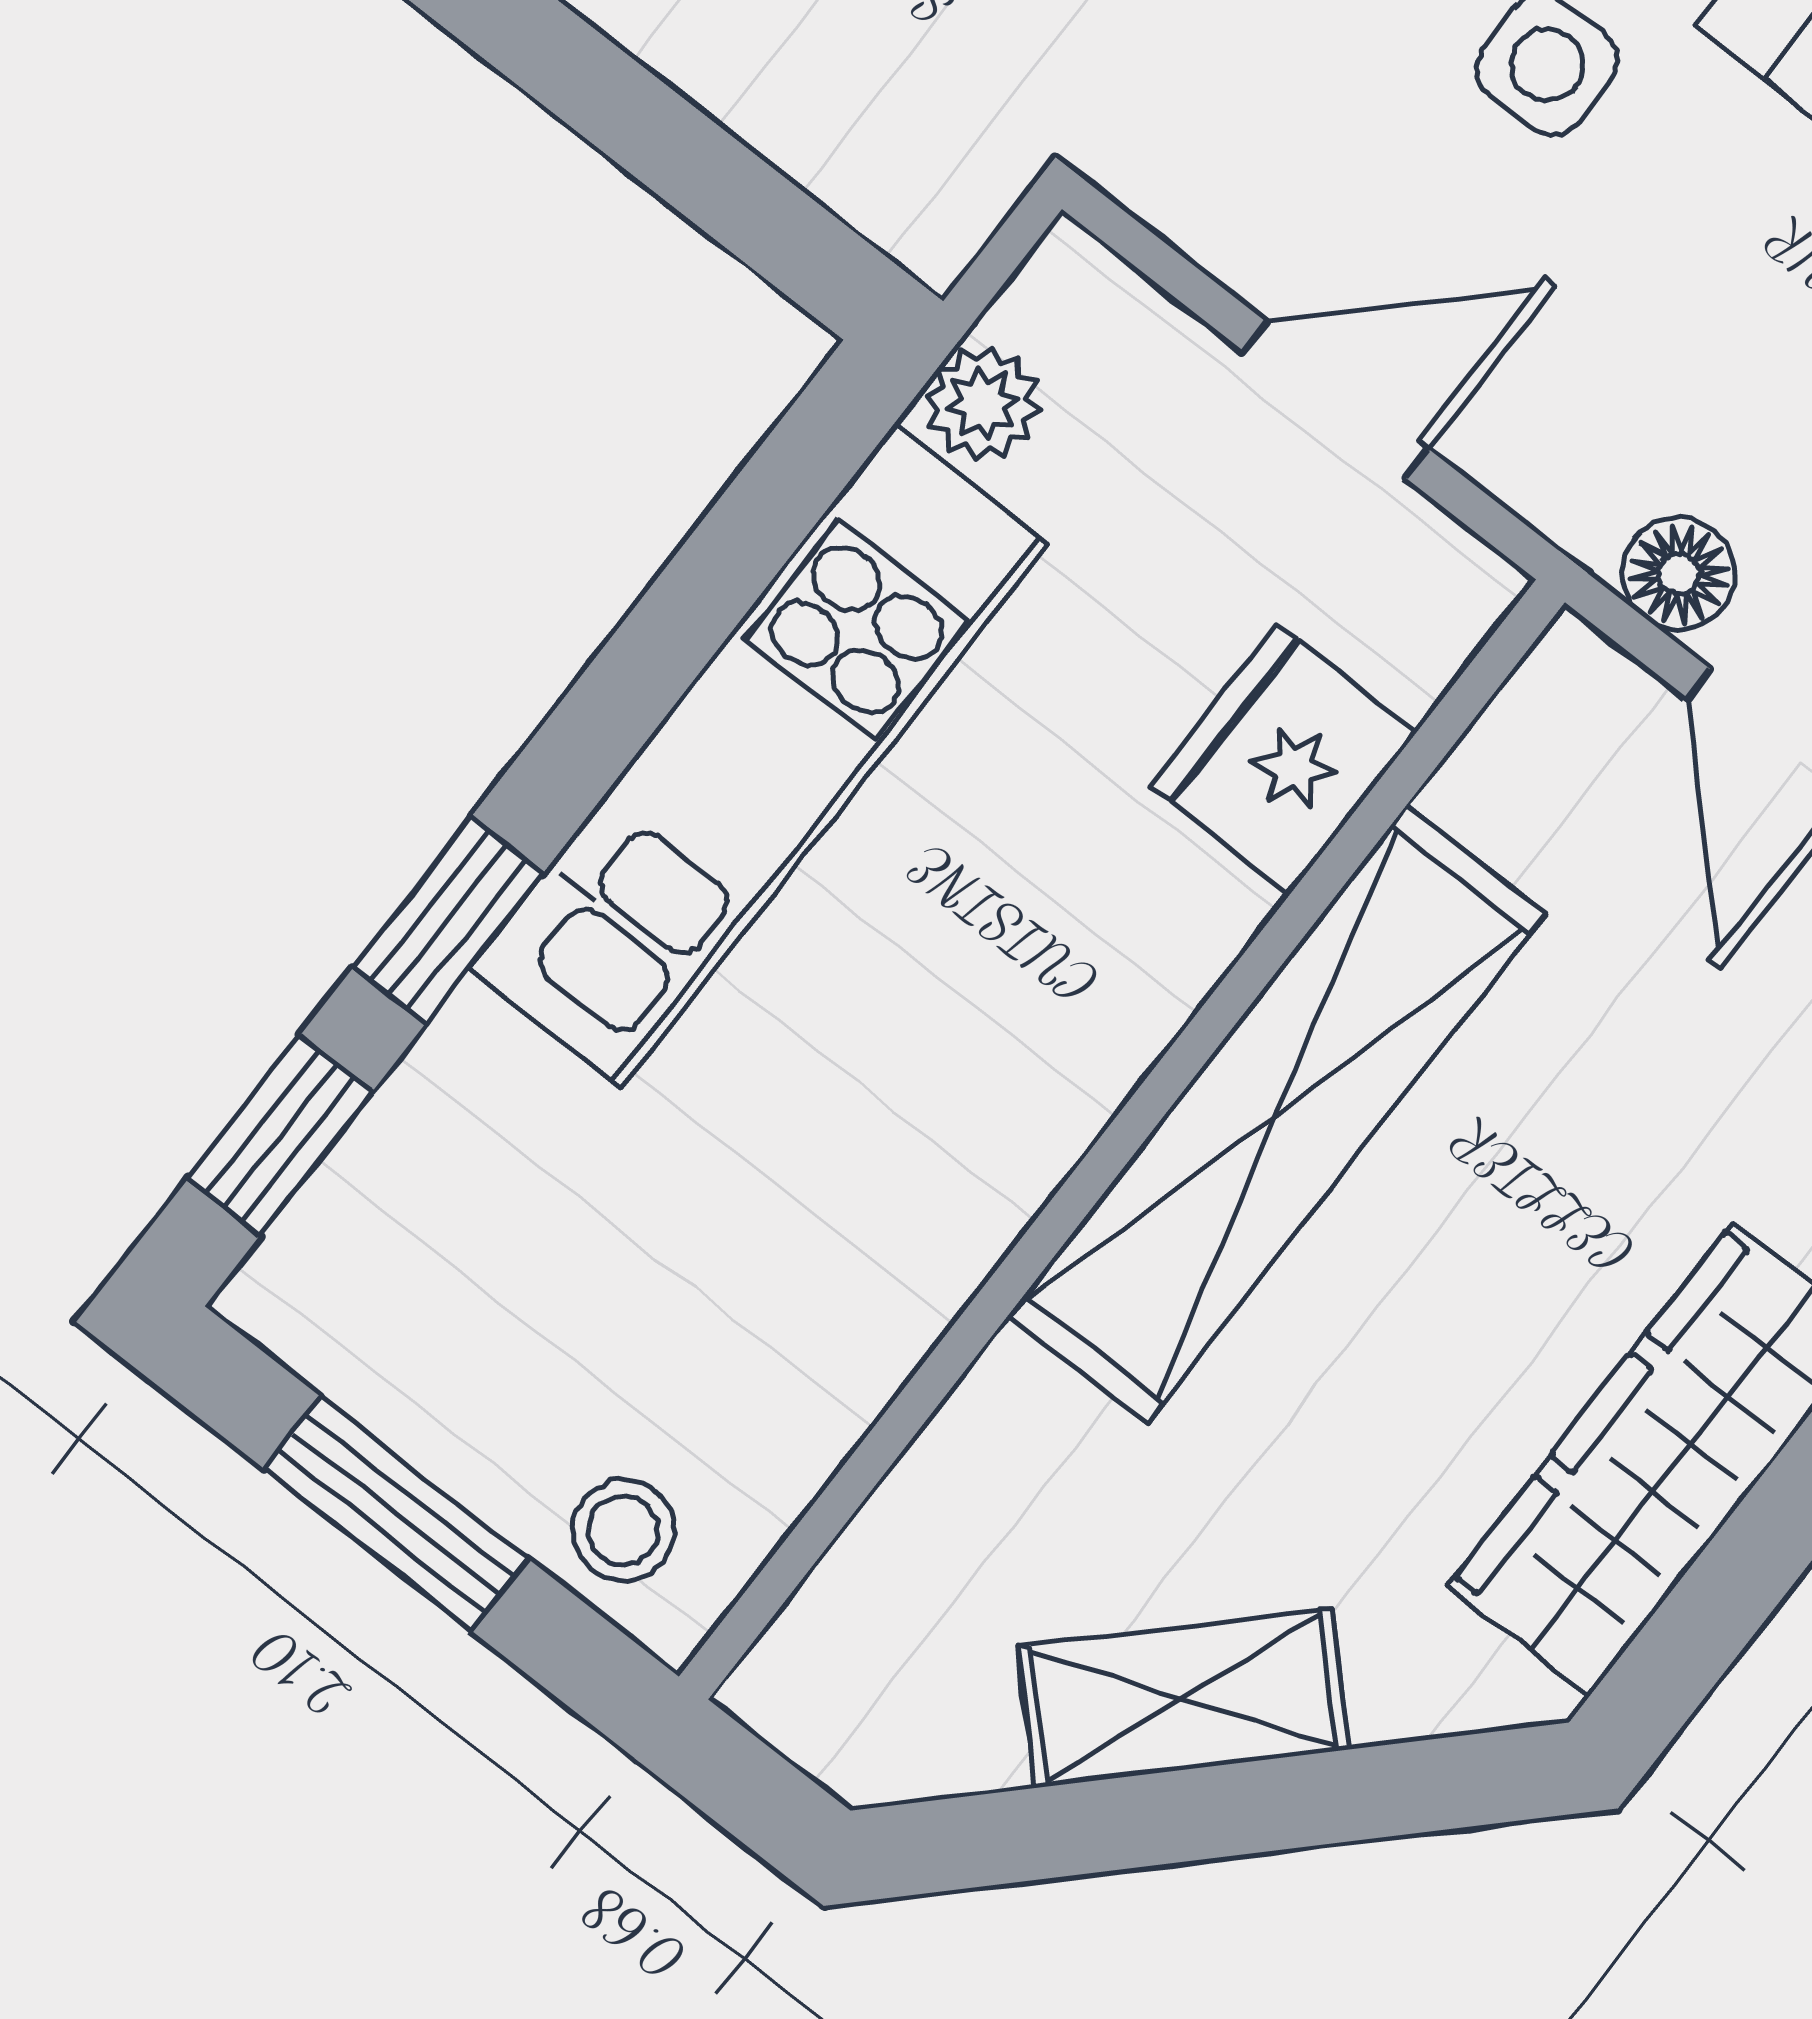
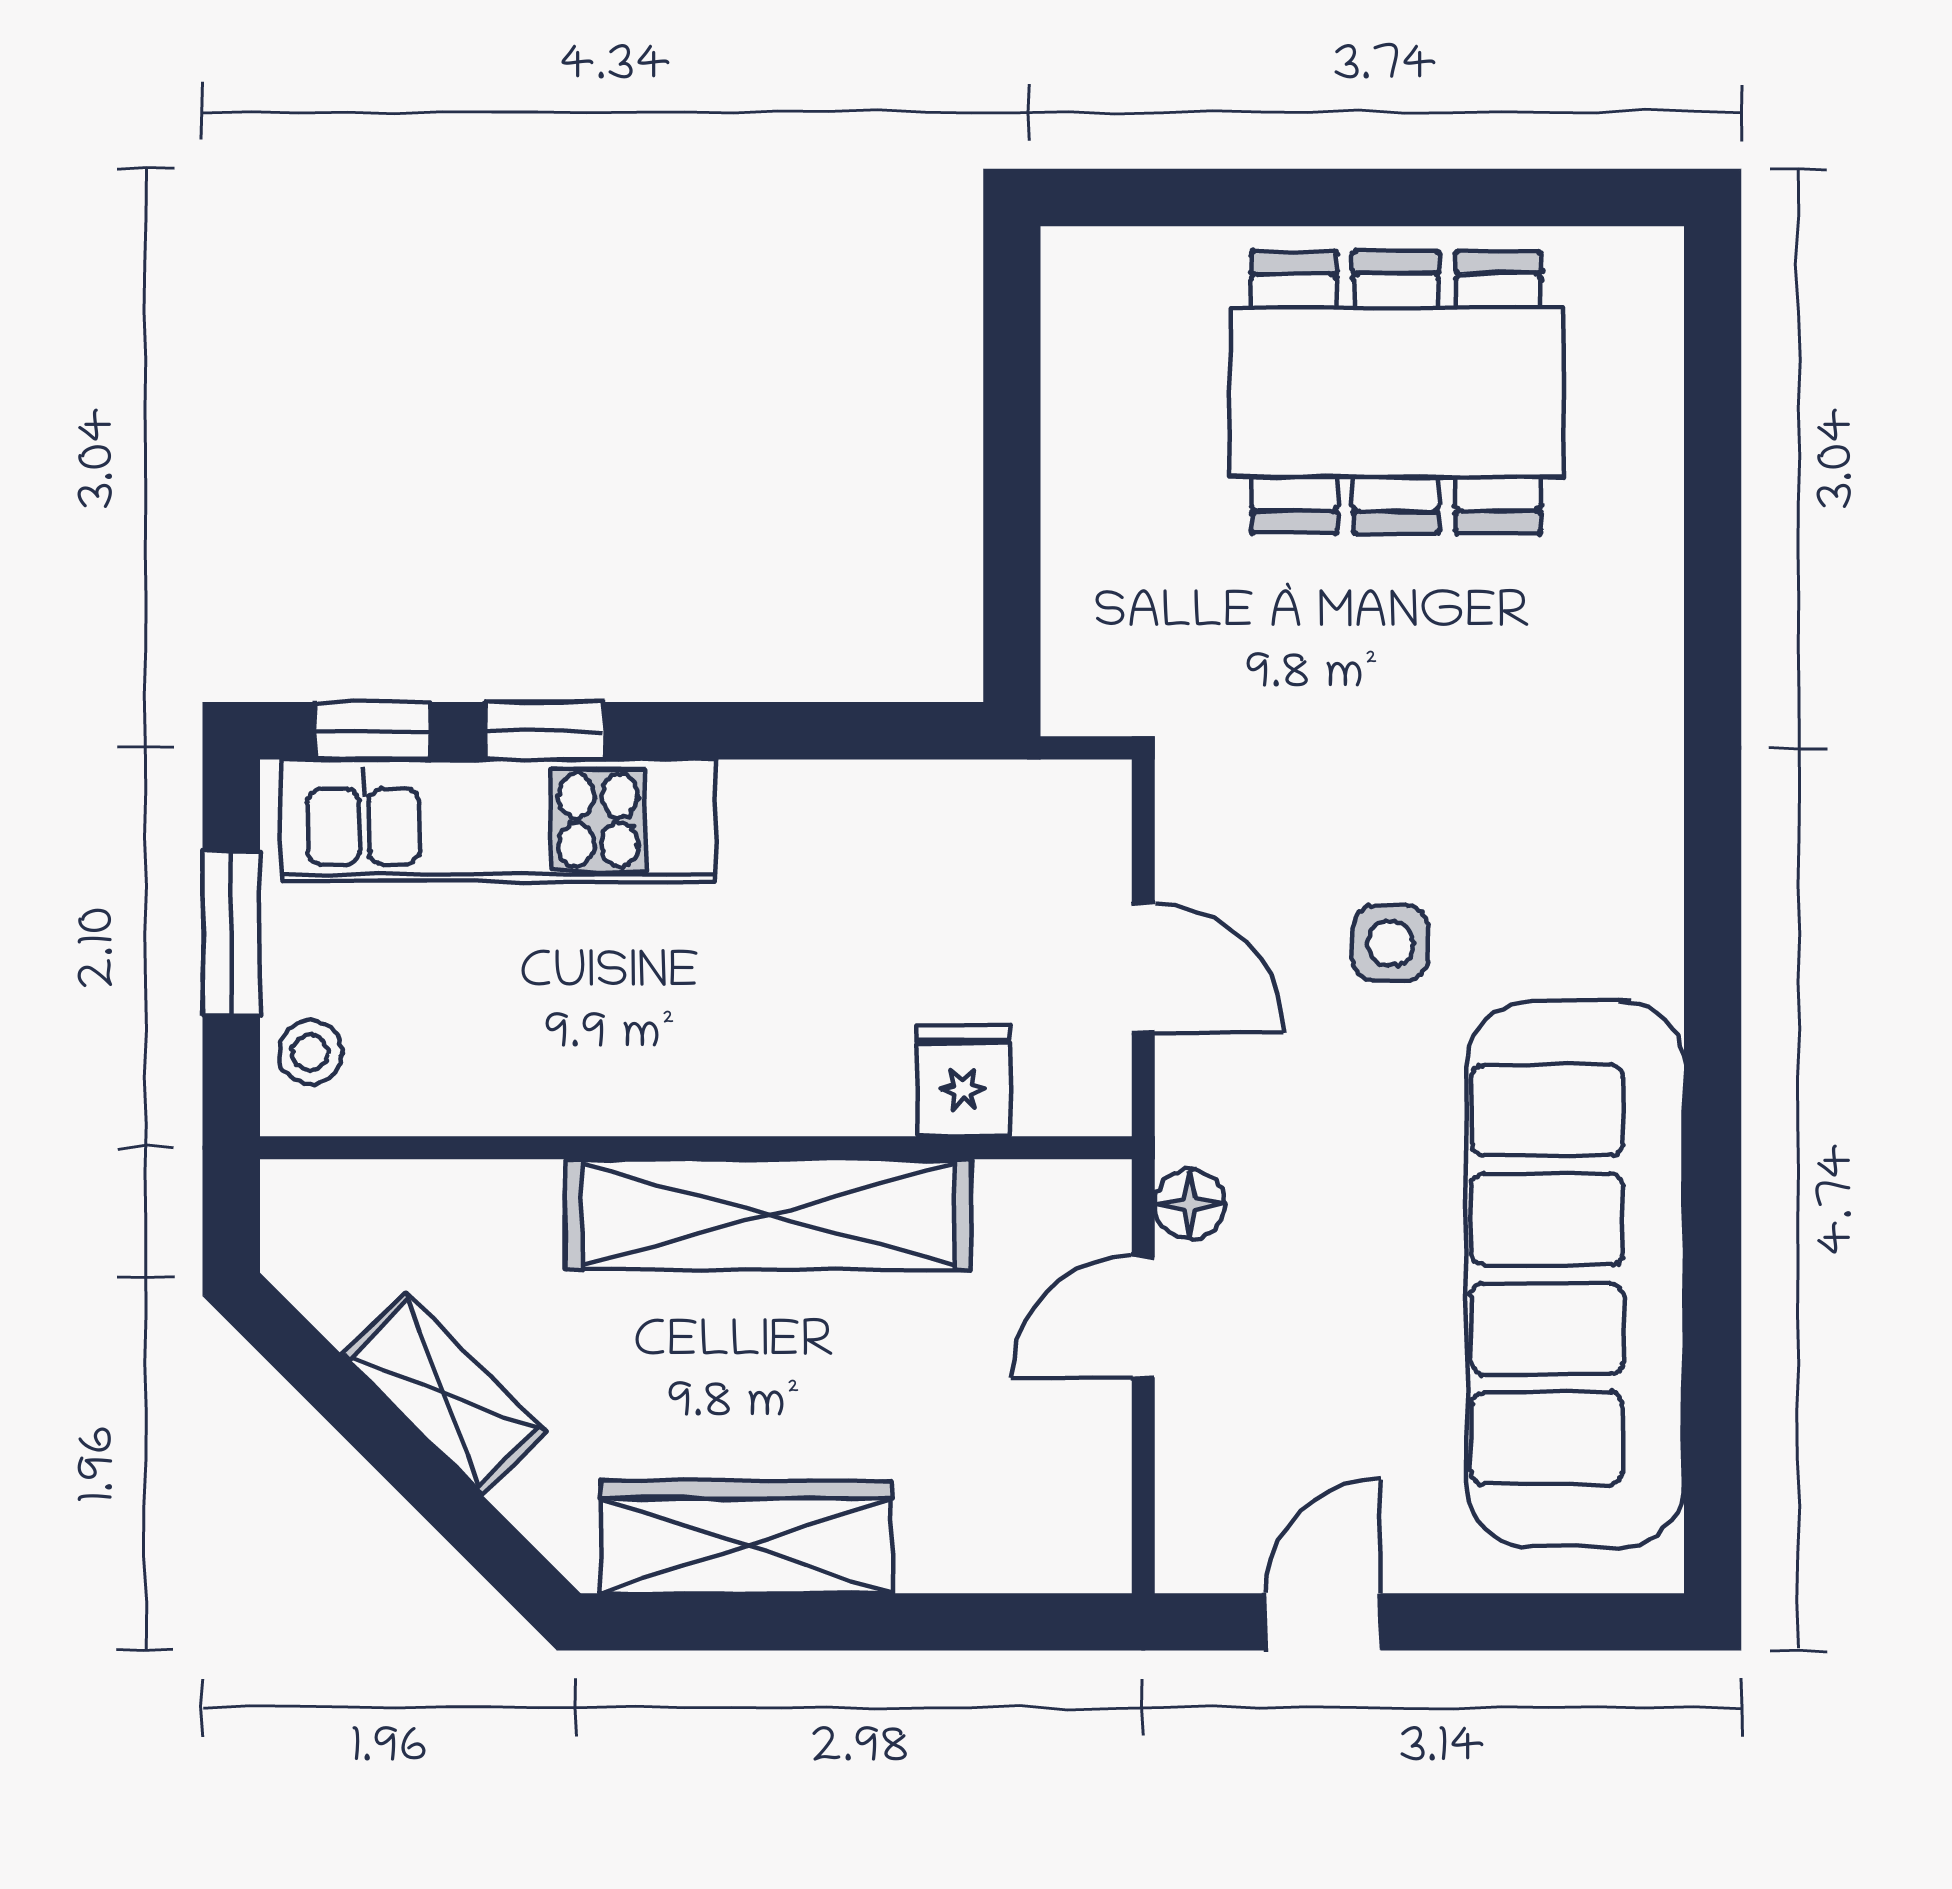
plant: (983, 404) -> (1005, 795), removed
kitchen unit: (758, 756) -> (498, 820), moved
fridge: (1283, 759) -> (963, 1081), width x0.72

